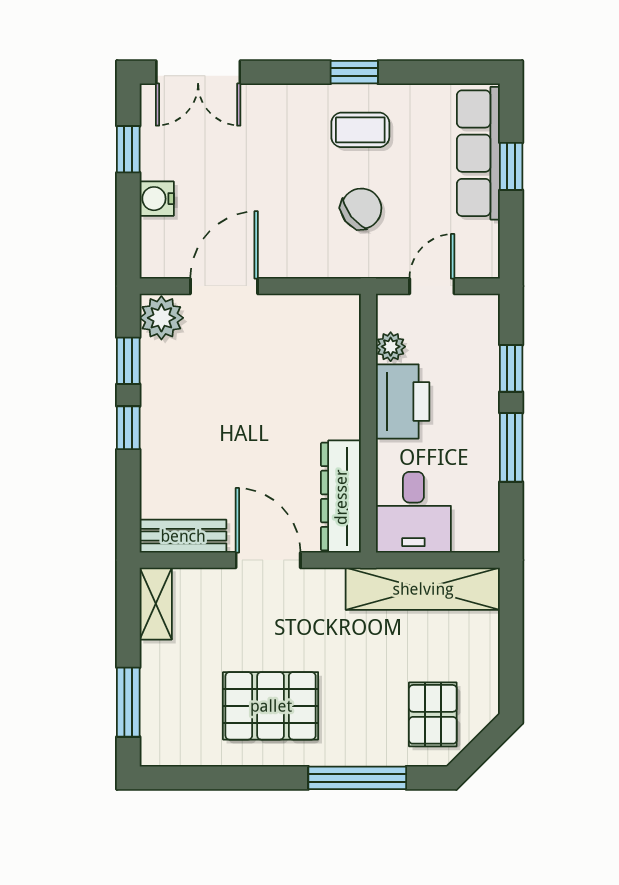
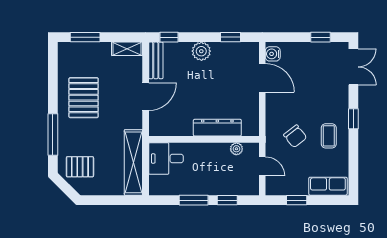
double door: (198, 72) -> (353, 67), swing flipped
window: (354, 72) -> (353, 119), moved
row of seats: (478, 153) -> (328, 186), width x0.68
window: (511, 166) -> (297, 200), moved
water cooler: (157, 199) -> (273, 54), moved, turned -90
plant: (161, 318) -> (201, 51), moved
printer: (403, 401) -> (213, 154), removed
window: (128, 428) -> (169, 37), moved
dresser: (341, 497) -> (217, 128), moved

